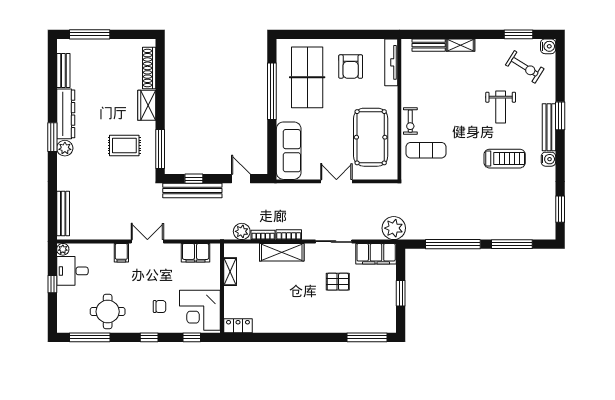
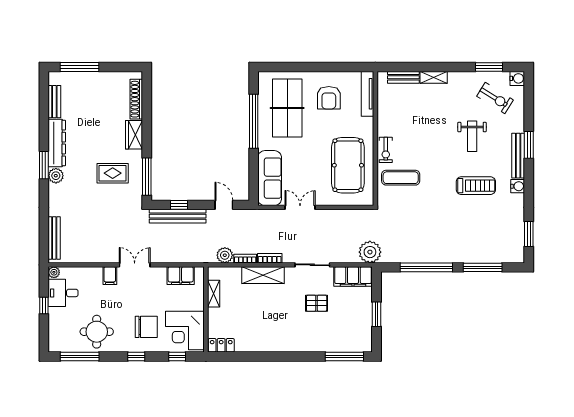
double door: (336, 181) -> (300, 207), moved
chair: (160, 307) -> (146, 327), width x1.87, depth x1.87

